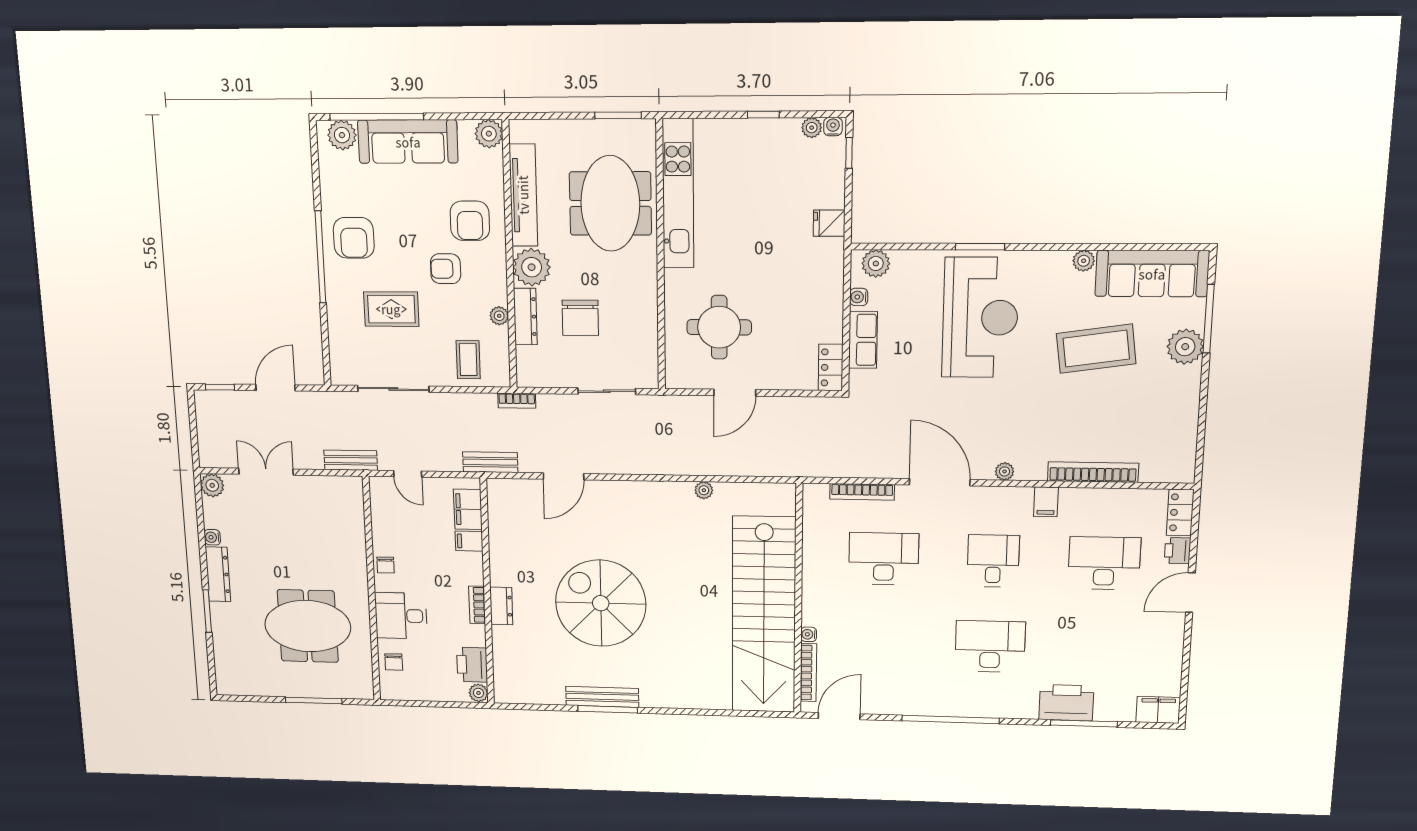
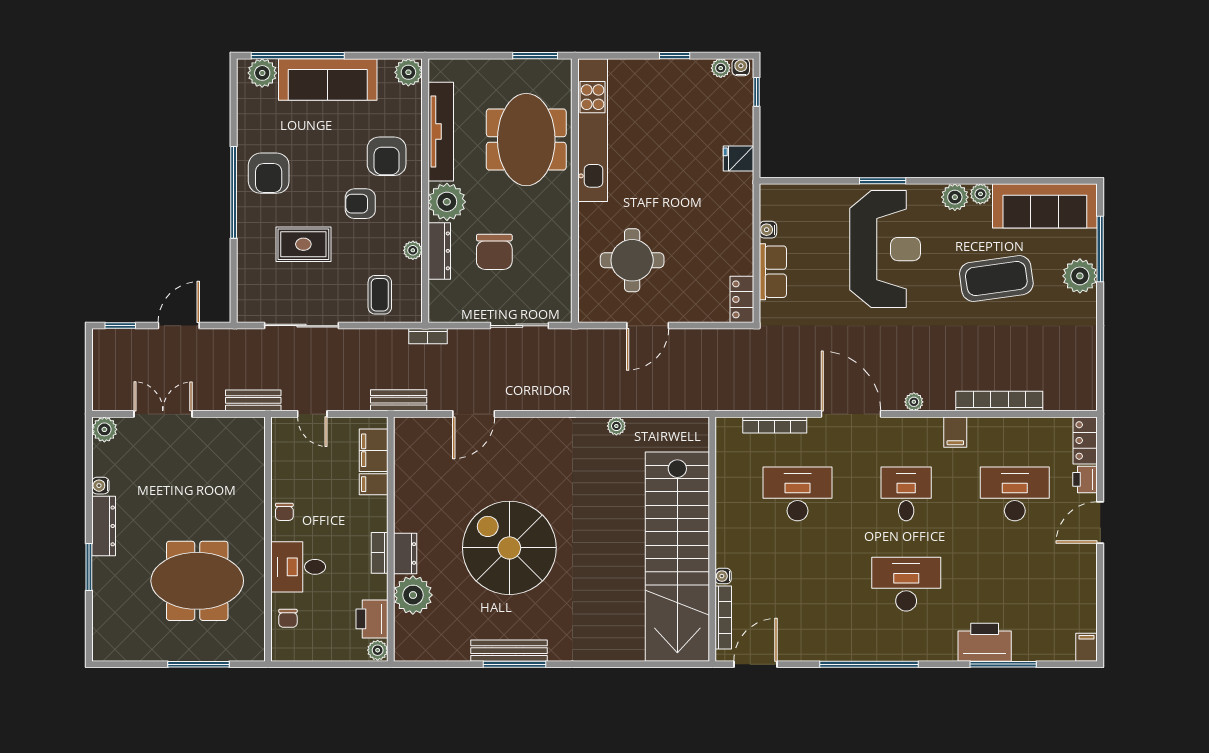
plant: (876, 263) -> (955, 197), moved
plant: (510, 644) -> (413, 595), added
filing cabinet: (1158, 710) -> (1087, 647), width x0.50

